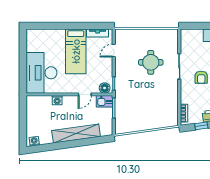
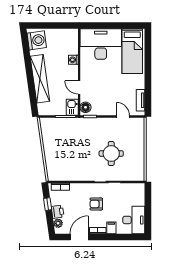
bed: (76, 51) -> (132, 51), moved, turned -90
washing machine: (34, 141) -> (37, 40), width x1.89, depth x1.89

